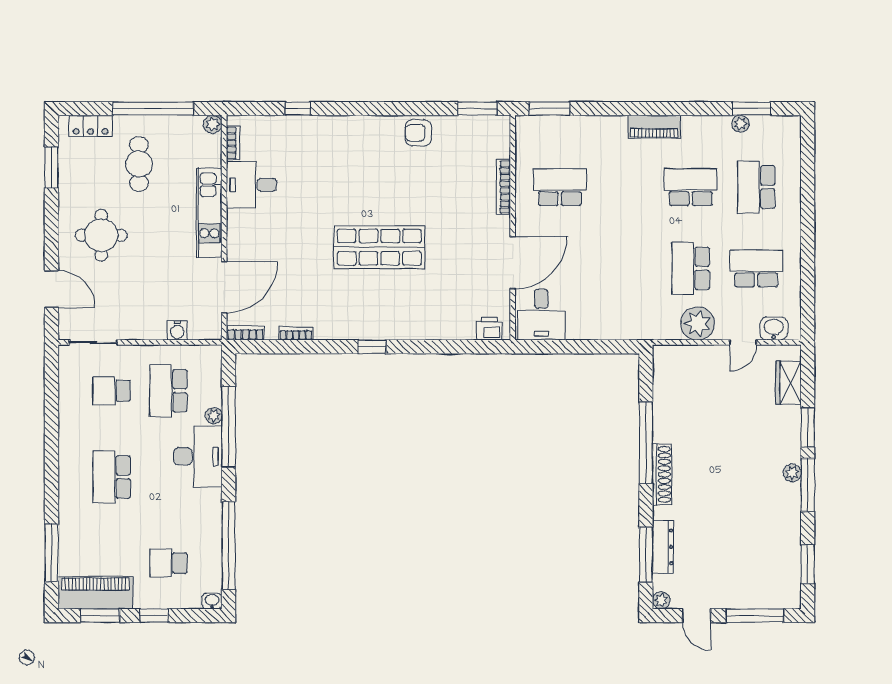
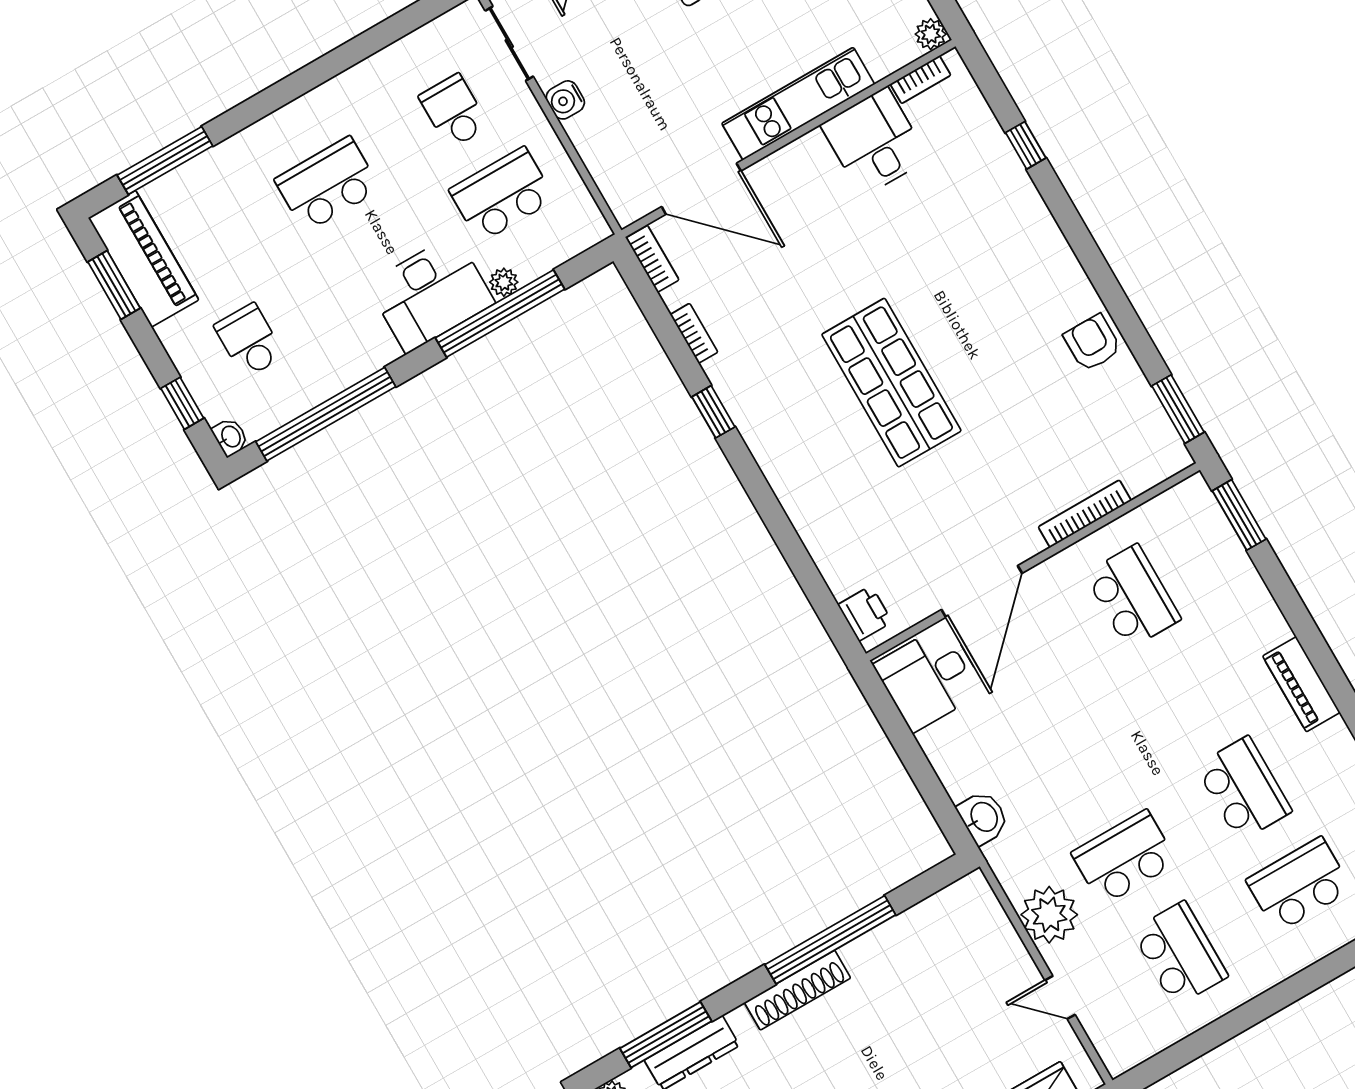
door: (513, 263) -> (982, 591), hinge flipped
washbasin: (774, 329) -> (983, 817), moved
water cooler: (177, 330) -> (565, 100), moved
window: (372, 347) -> (713, 412), moved
window: (154, 616) -> (182, 403), moved

